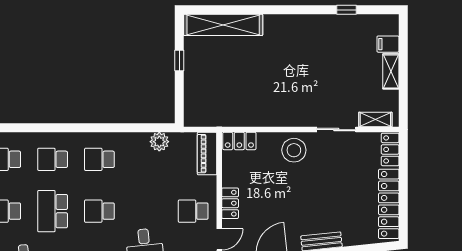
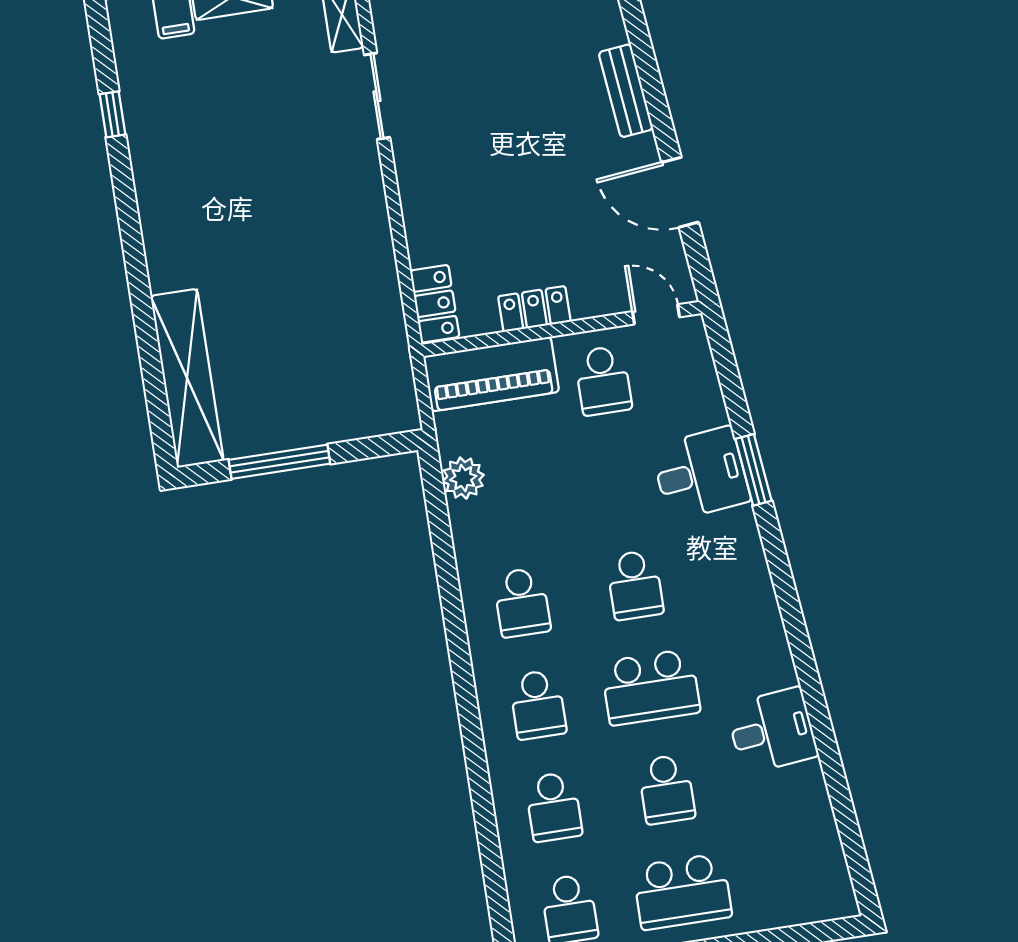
window: (179, 60) -> (279, 462), width x2.17
stool: (294, 150) -> (436, 182), removed
piano: (207, 154) -> (491, 374), width x1.37, depth x1.33
locker: (230, 203) -> (534, 309), moved

